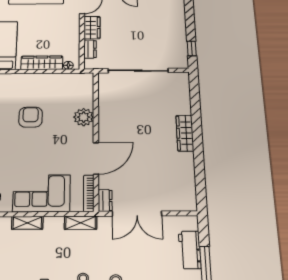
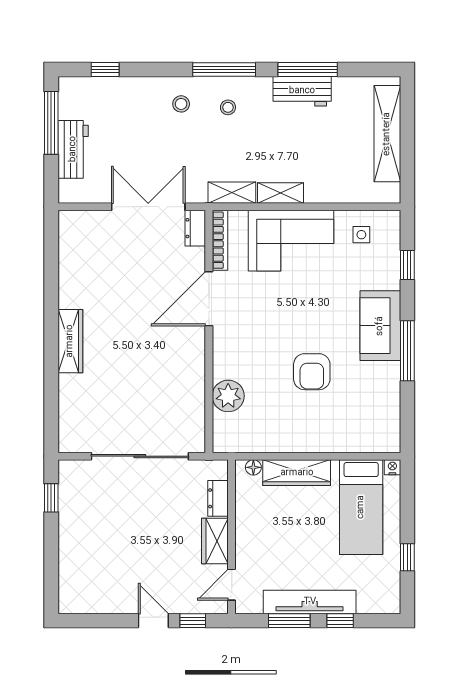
plant: (84, 117) -> (228, 396), moved
shelving: (27, 223) -> (280, 193), moved

